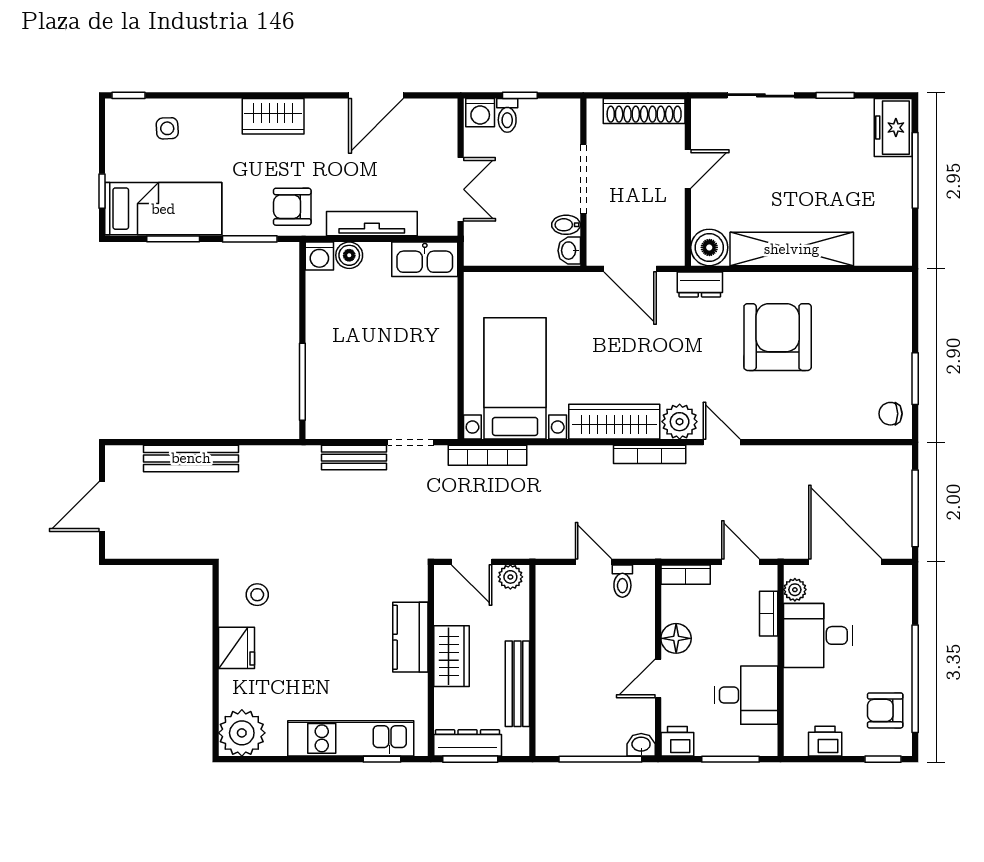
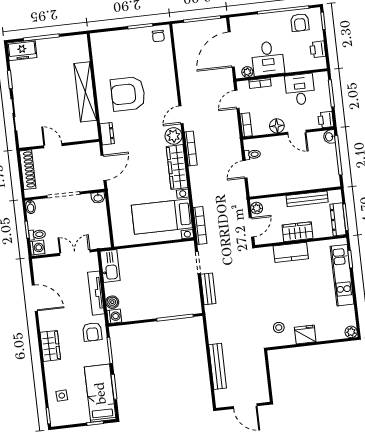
bidet: (566, 225) -> (31, 207), moved
boiler: (709, 247) -> (89, 131), removed
plant: (242, 733) -> (351, 332), width x0.53, depth x0.53

